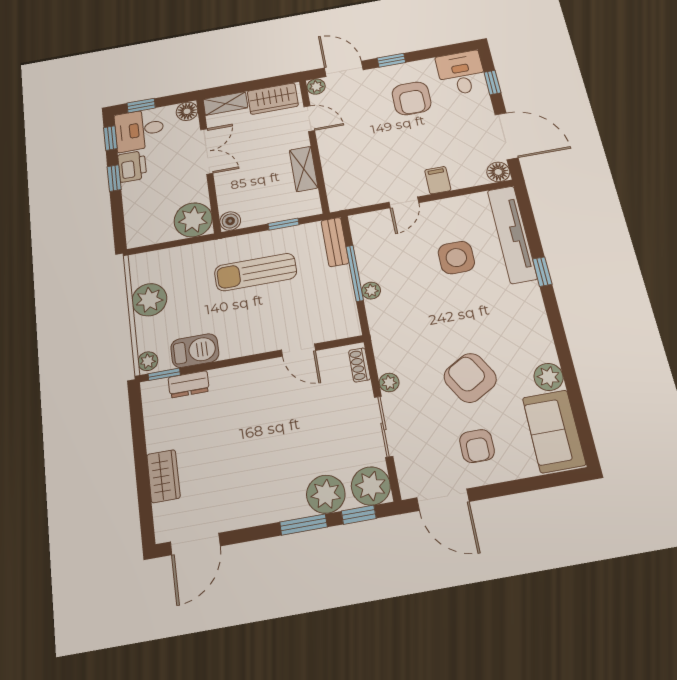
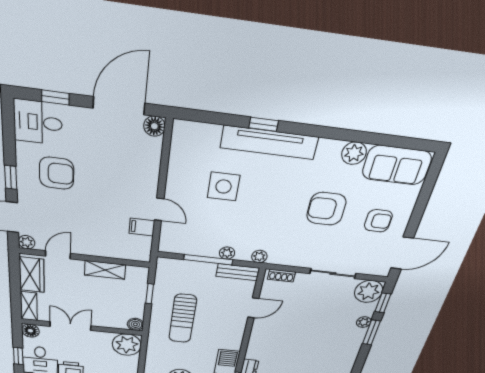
filing cabinet: (438, 180) -> (142, 227), moved
tv unit: (512, 234) -> (269, 142), moved
bench: (335, 242) -> (238, 272), moved
armchair: (470, 378) -> (326, 209), turned 30
plant: (389, 382) -> (259, 256), moved
plant: (326, 494) -> (364, 322), width x0.53, depth x0.53

